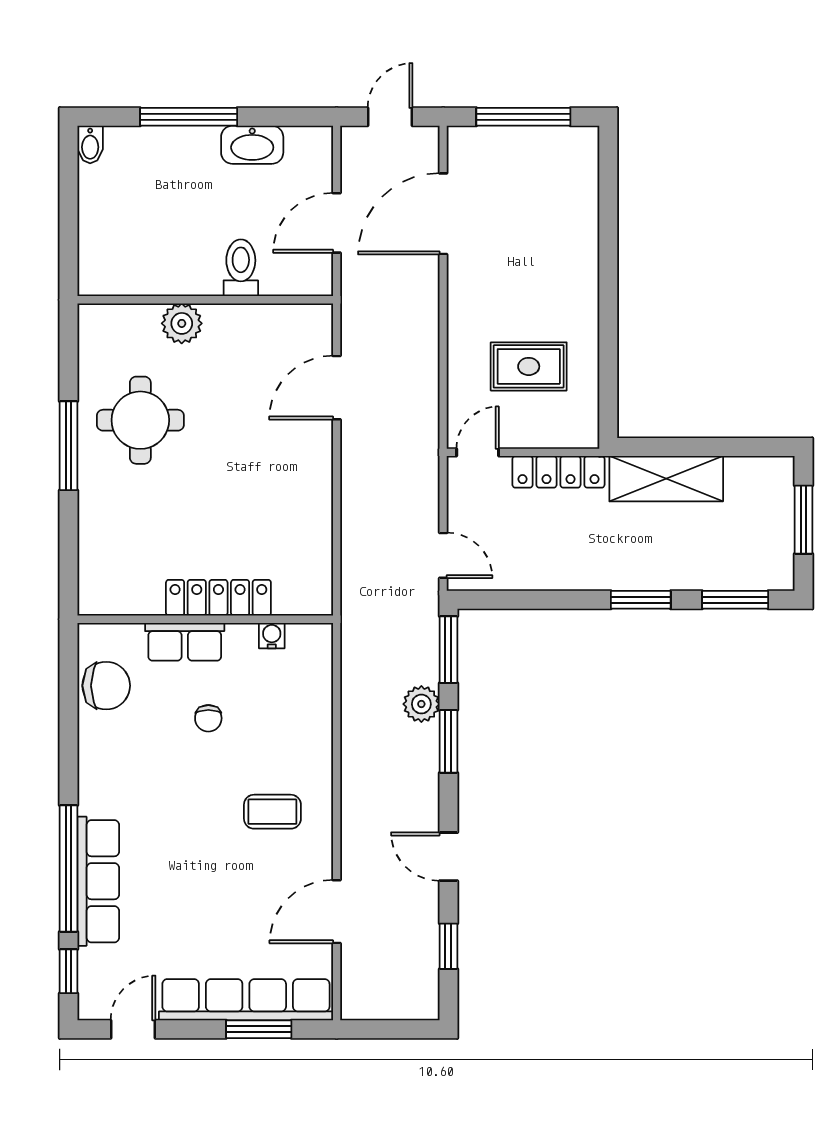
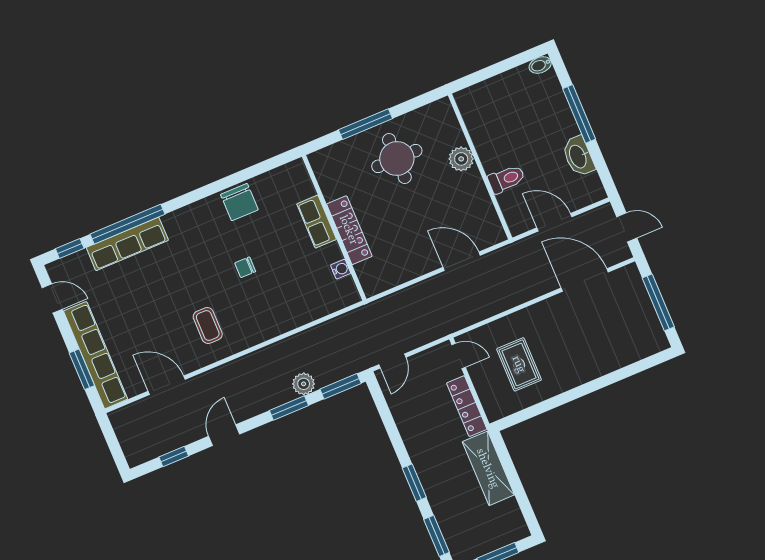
locker: (218, 598) -> (349, 230), moved
wall: (205, 619) -> (334, 228), moved
water cooler: (272, 636) -> (341, 269), moved
row of seats: (185, 642) -> (317, 222), moved

